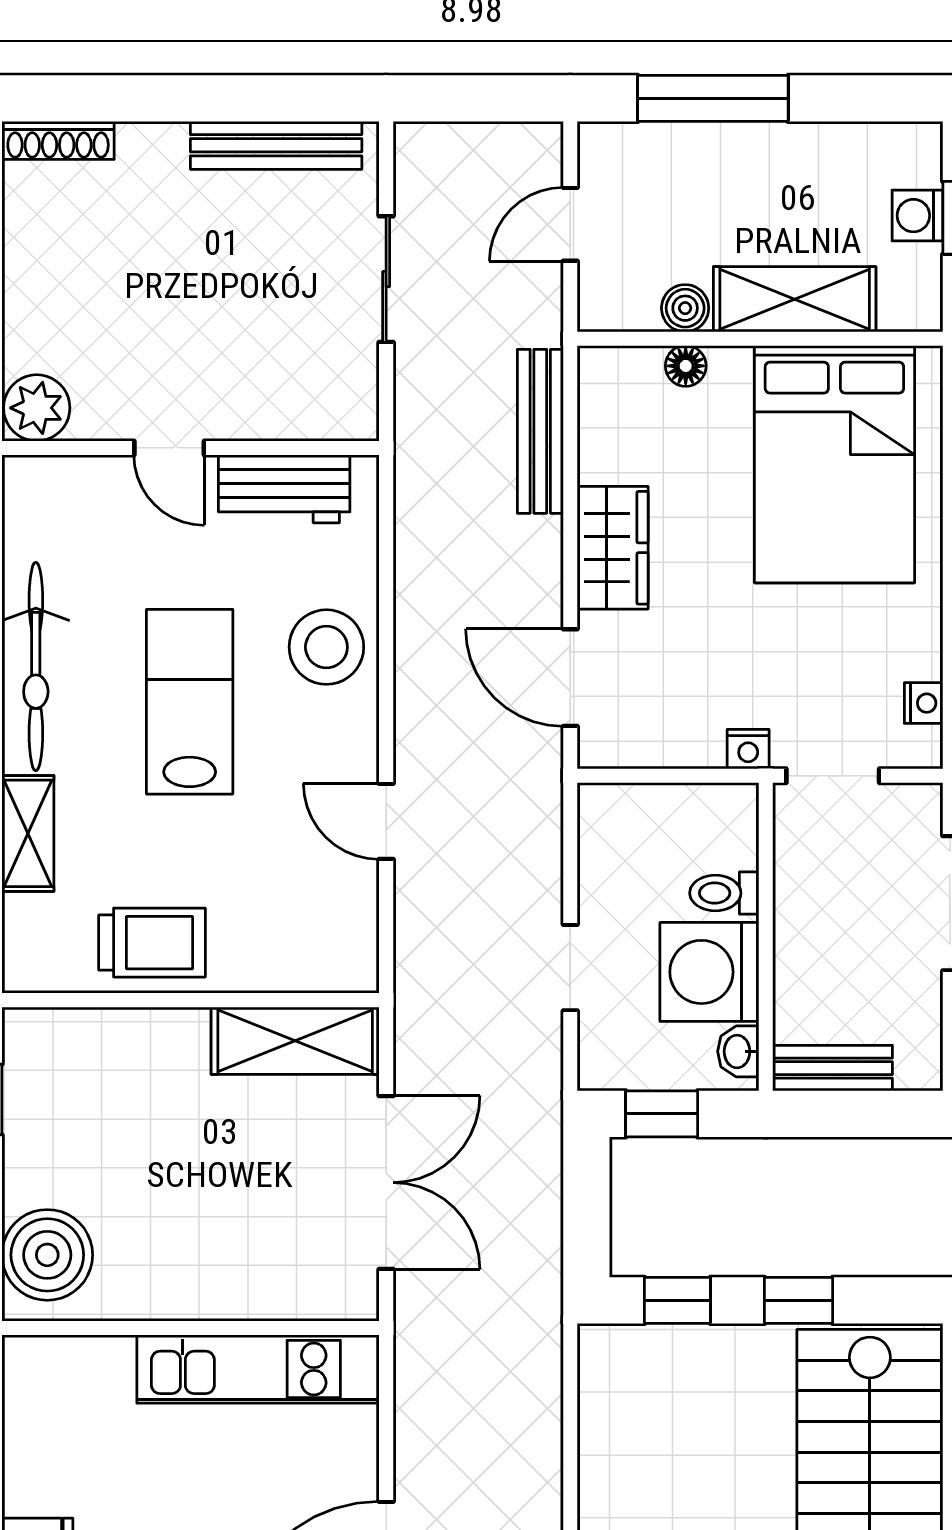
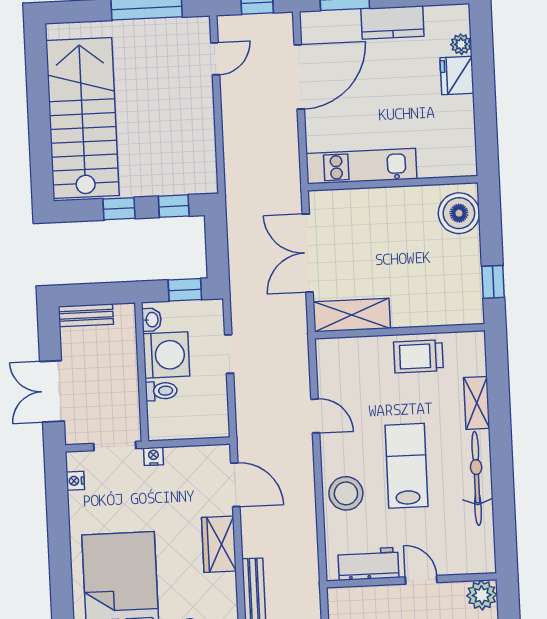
lab bench: (190, 702) -> (407, 466), turned 180
bench: (833, 1068) -> (86, 315), moved

